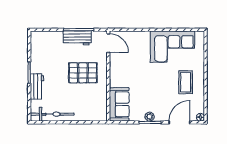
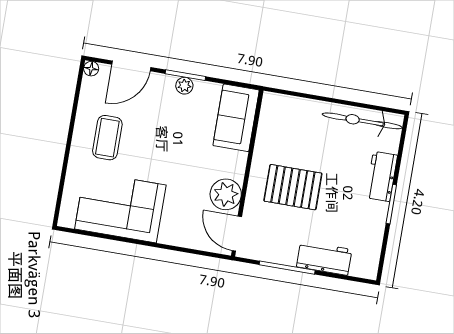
workbench: (77, 38) -> (324, 258), moved
plant: (118, 63) -> (226, 194), added

